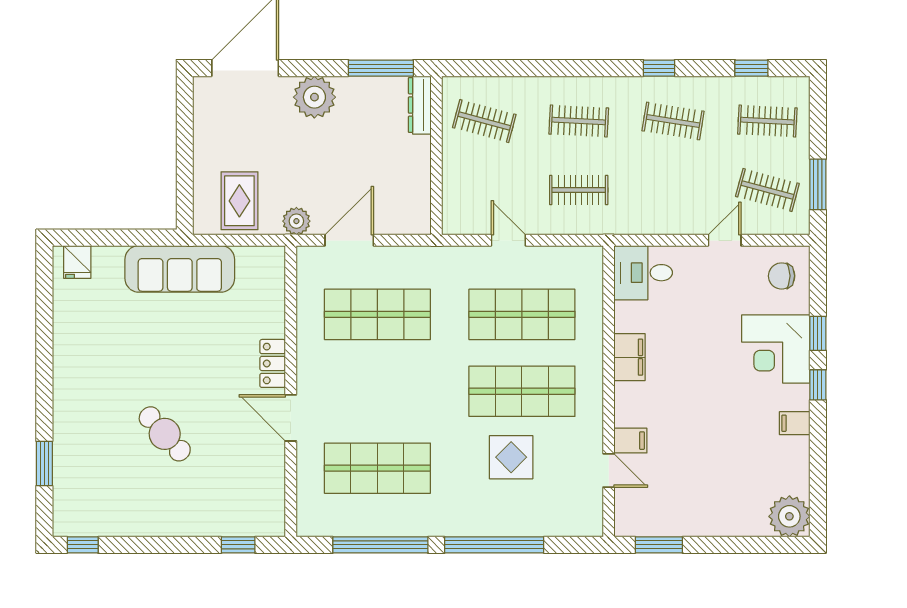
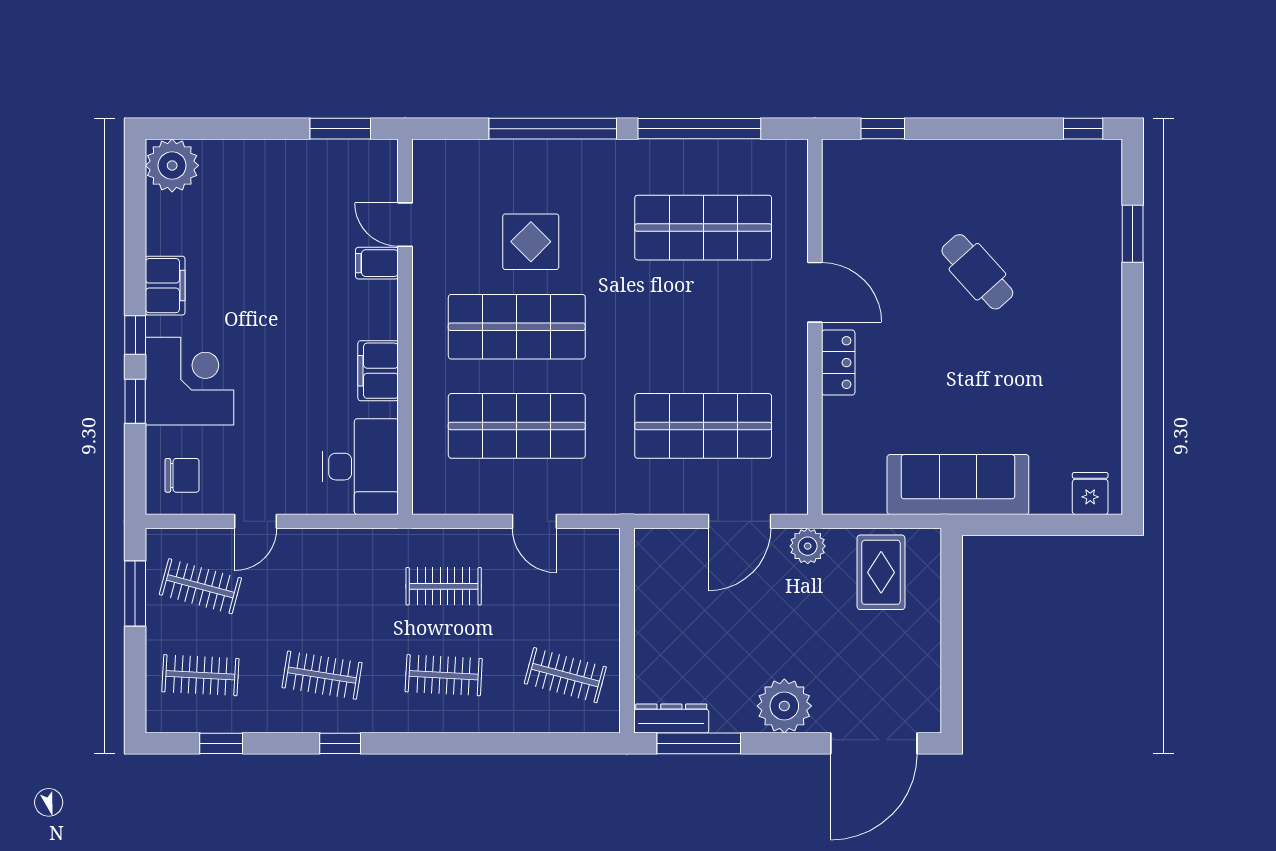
dresser: (420, 105) -> (671, 719), moved, turned -90
desk: (643, 273) -> (361, 467), width x1.37
filing cabinet: (795, 423) -> (165, 286), width x2.00

